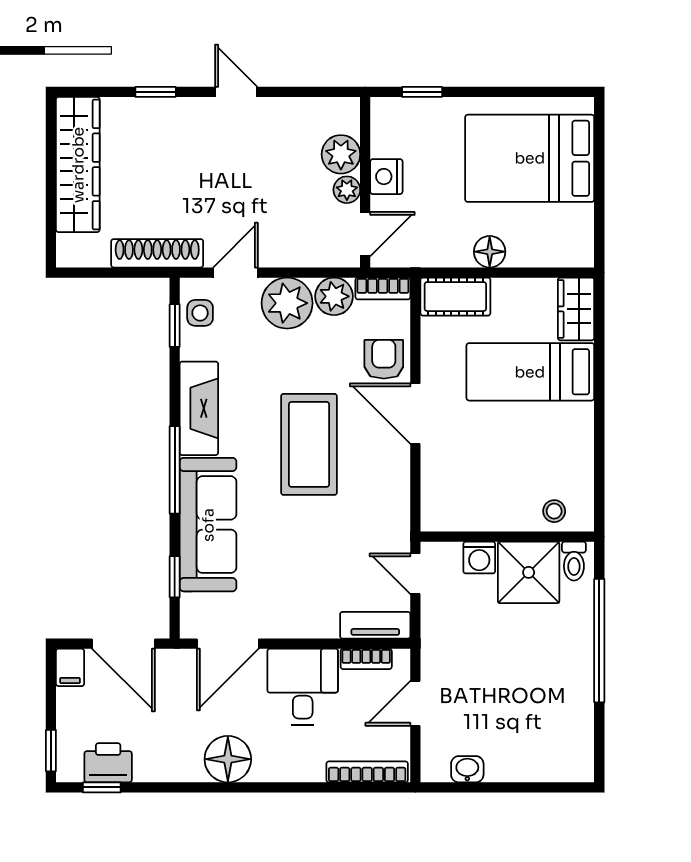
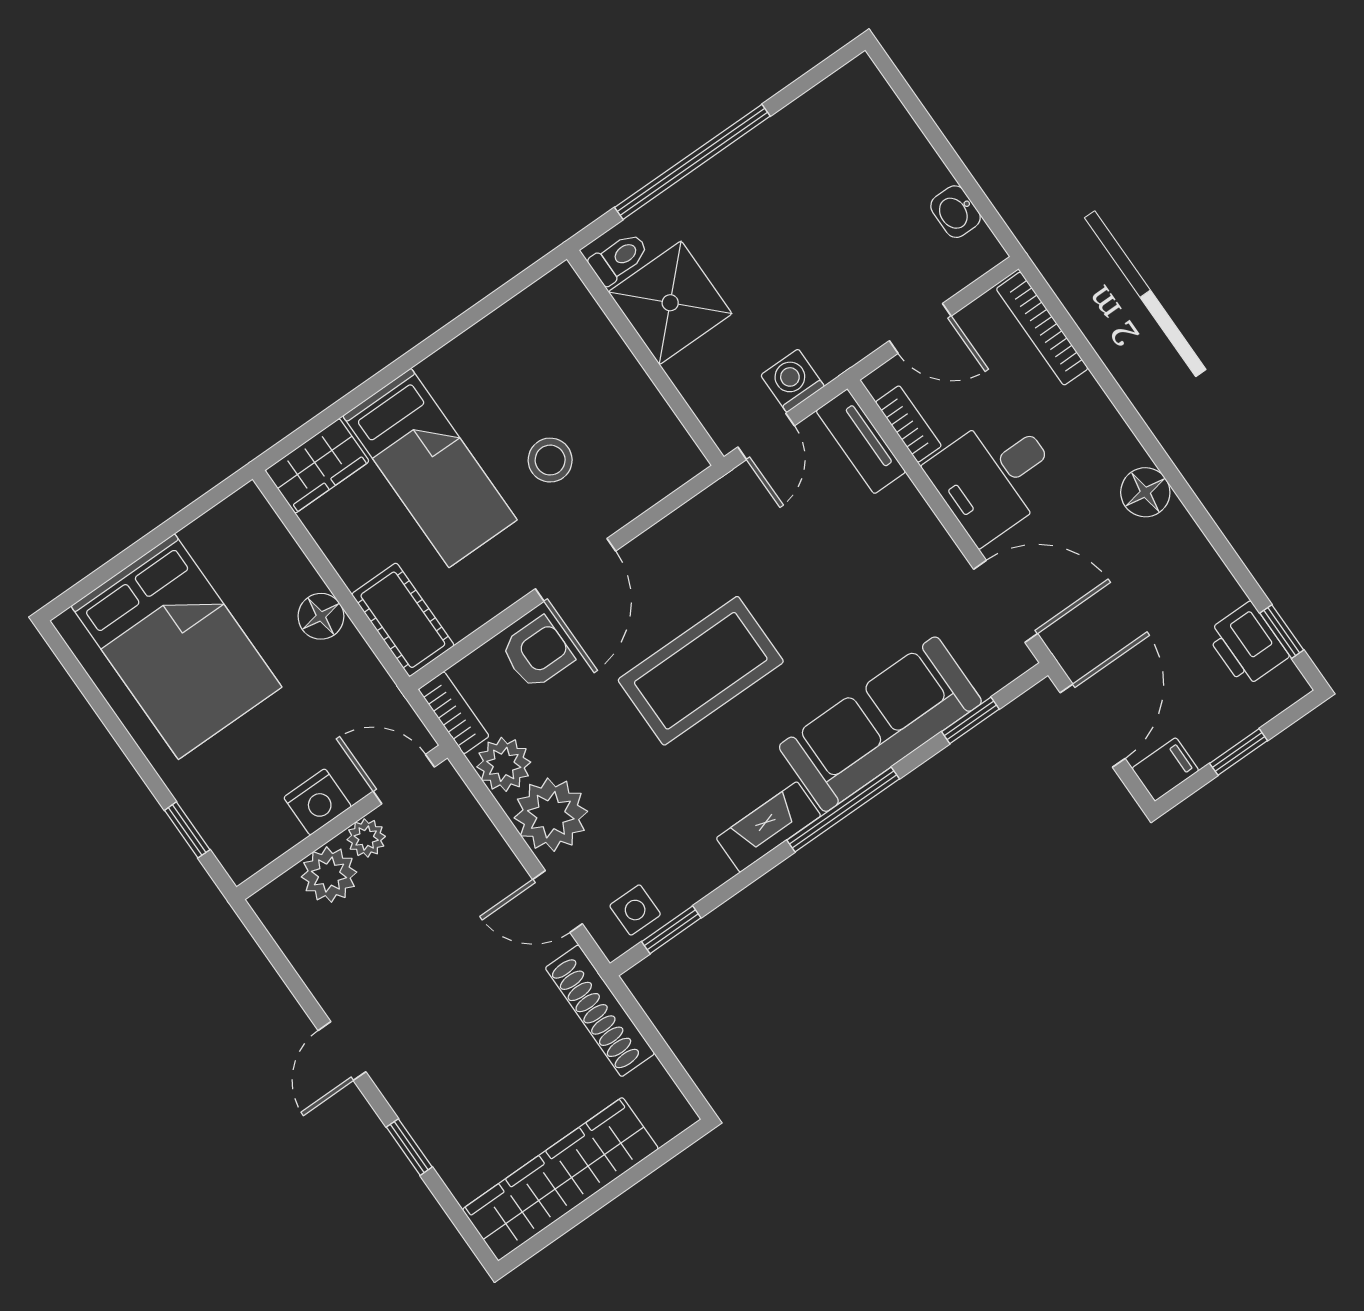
armchair: (384, 359) -> (537, 653), turned 180
fireplace: (199, 408) -> (769, 827), width x0.73, depth x0.76
stool: (554, 511) -> (550, 460), moved, width x1.37, depth x1.37
washing machine: (479, 558) -> (793, 381), moved, turned -90
window: (51, 751) -> (1239, 752), moved
floor lamp: (228, 759) -> (1145, 492), width x0.73, depth x0.73

